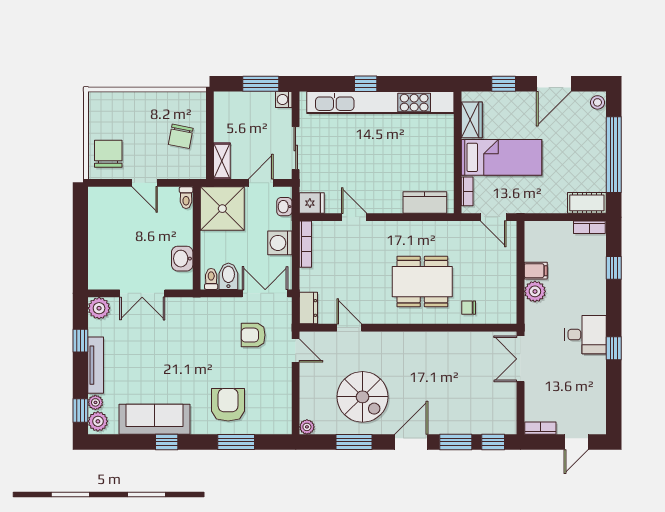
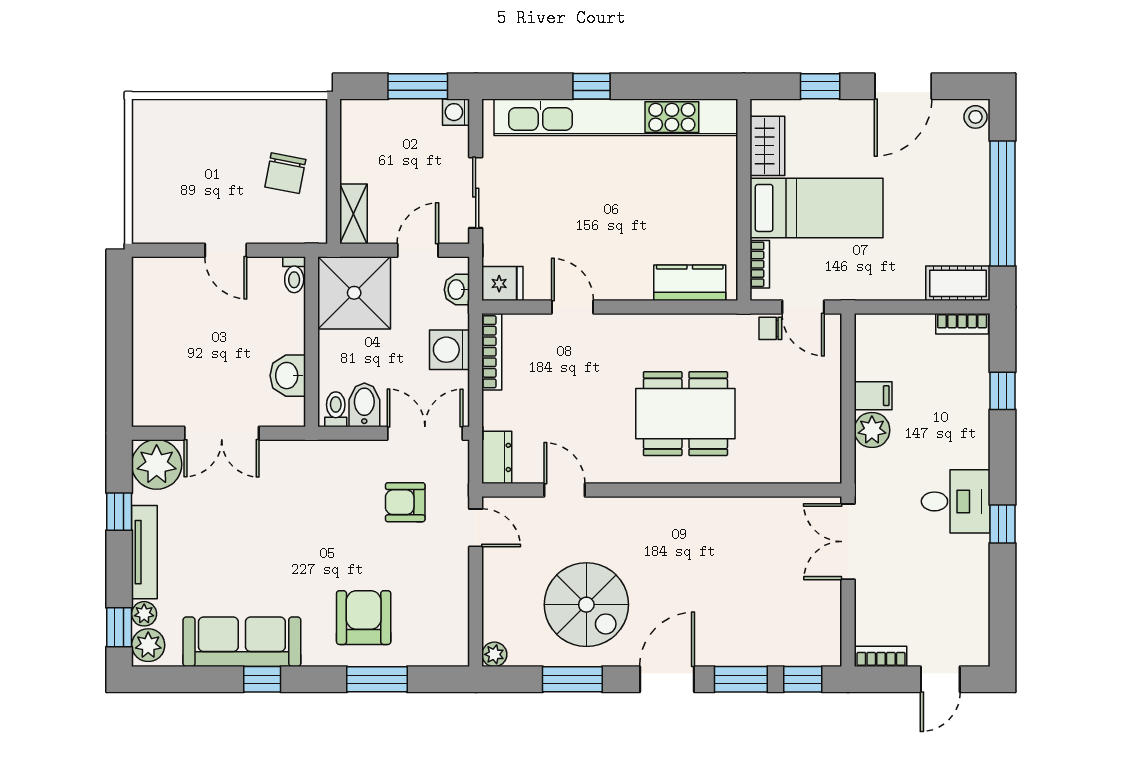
chair: (108, 154) -> (165, 202), removed
plant: (99, 308) -> (157, 464), width x1.36, depth x1.36
chair: (469, 308) -> (770, 328), moved

